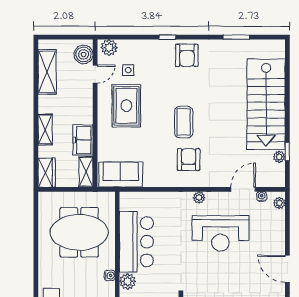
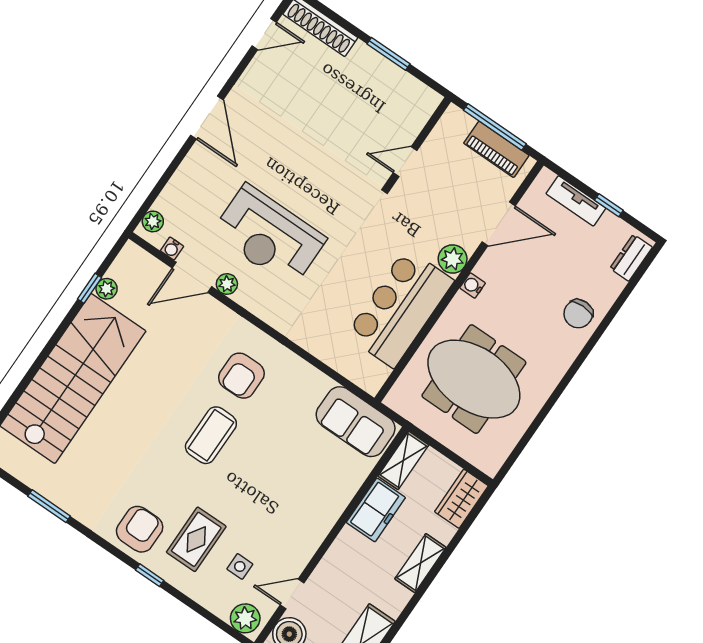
rug: (126, 106) -> (196, 539), moved, width x0.73, depth x0.70
plant: (199, 198) -> (227, 284), moved
reception desk: (220, 233) -> (269, 236), turned 180

